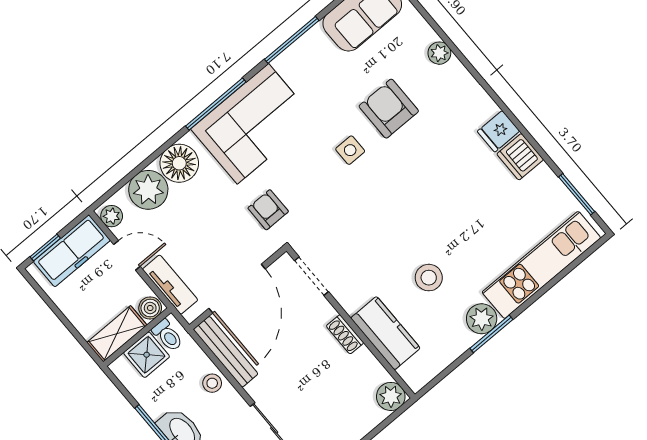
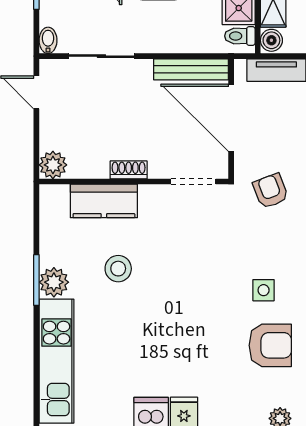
armchair: (268, 210) -> (271, 191), turned -111
stool: (212, 383) -> (176, 39), removed

